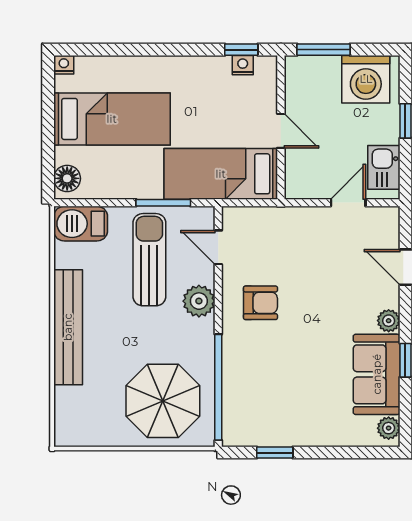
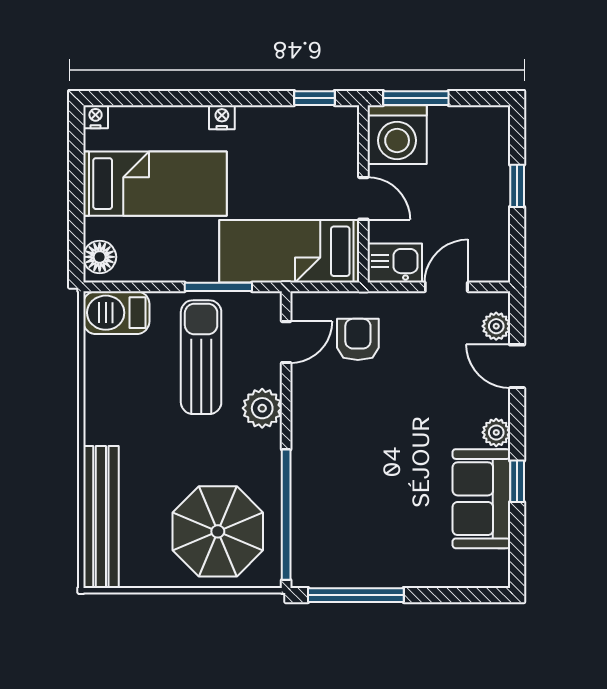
nightstand: (243, 65) -> (222, 117), moved
washing machine: (366, 79) -> (397, 135), moved
kitchen sink: (384, 167) -> (395, 263), moved, turned 90
door: (218, 247) -> (286, 342), swing flipped
armchair: (260, 303) -> (358, 339), moved, turned -90
bench: (68, 327) -> (101, 517), moved
plant: (389, 428) -> (496, 326), moved
window: (275, 453) -> (356, 595), width x2.17

